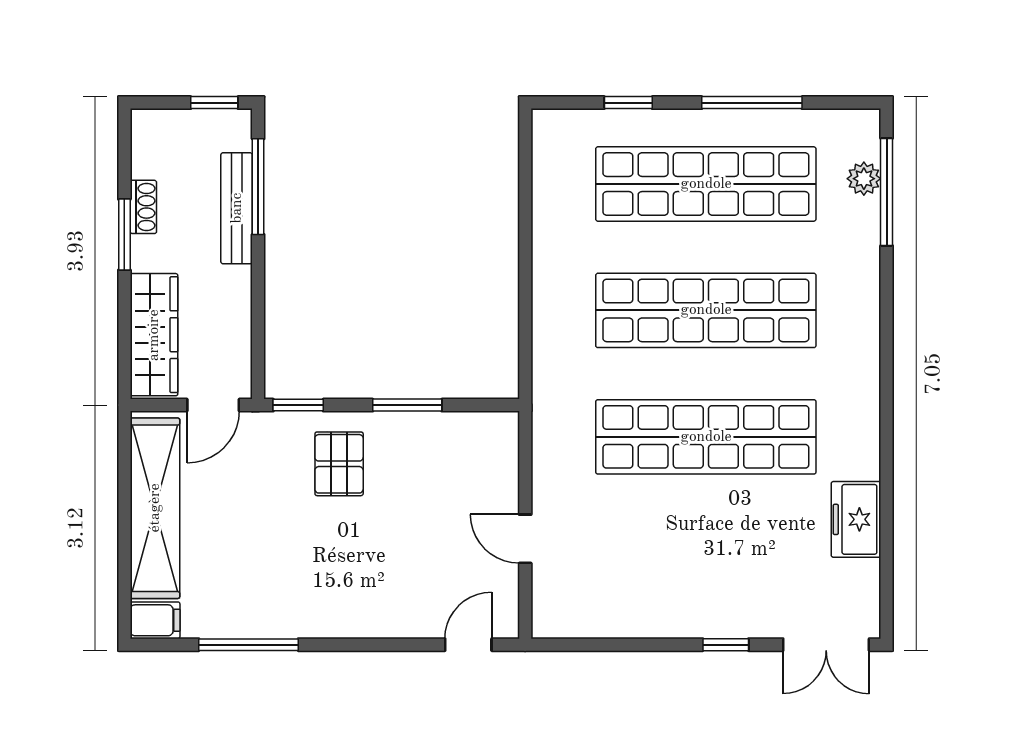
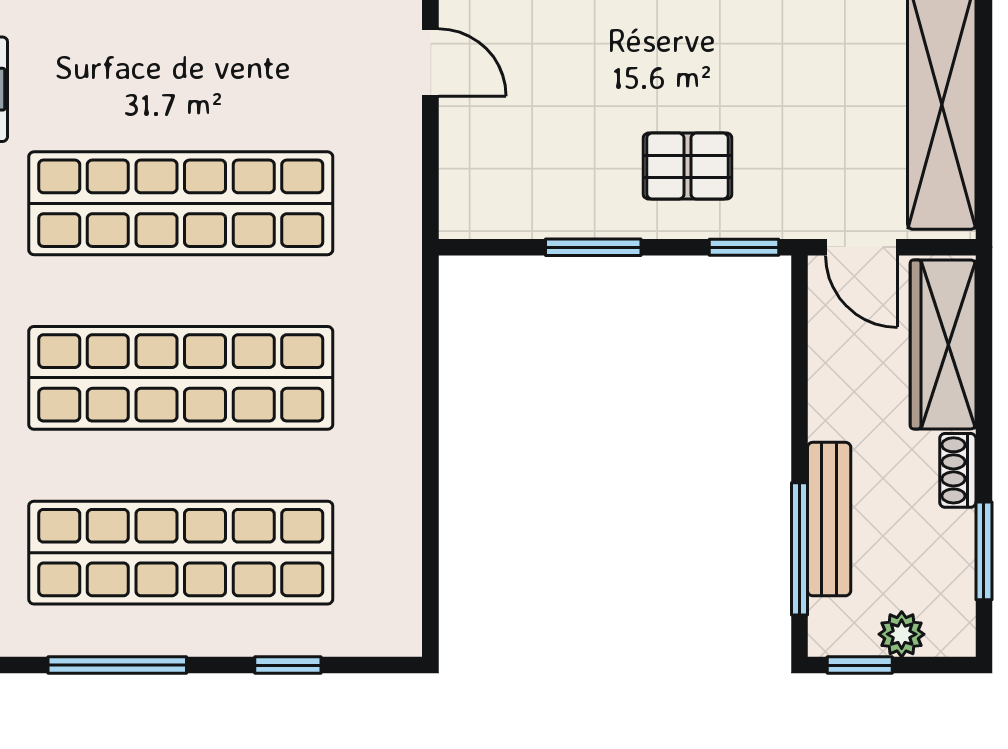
plant: (184, 125) -> (902, 634), added
shoe rack: (143, 207) -> (958, 470), moved
window: (124, 235) -> (984, 551), moved
door: (213, 405) -> (861, 247), swing flipped
pallet: (339, 464) -> (688, 166), turned 90

